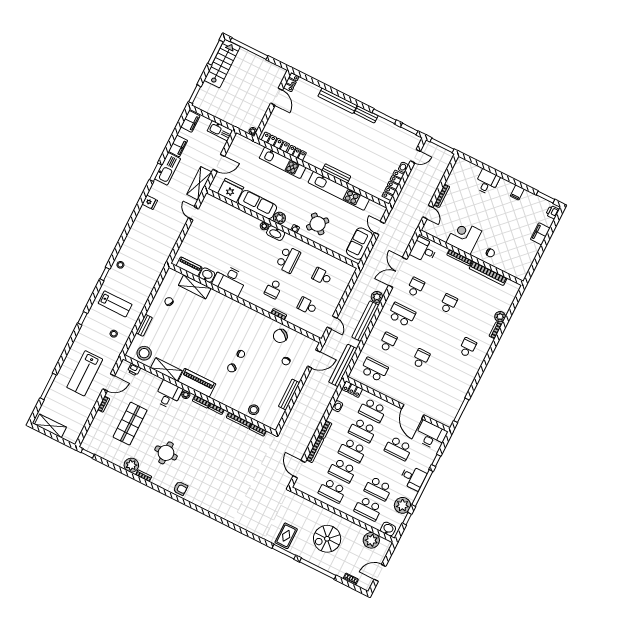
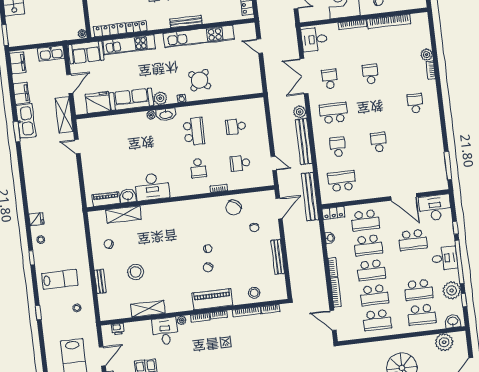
fridge: (150, 202) -> (36, 219), moved
sofa: (360, 244) -> (86, 52), moved, turned -90
stool: (144, 353) -> (136, 272), moved
piano: (197, 383) -> (212, 299), moved

